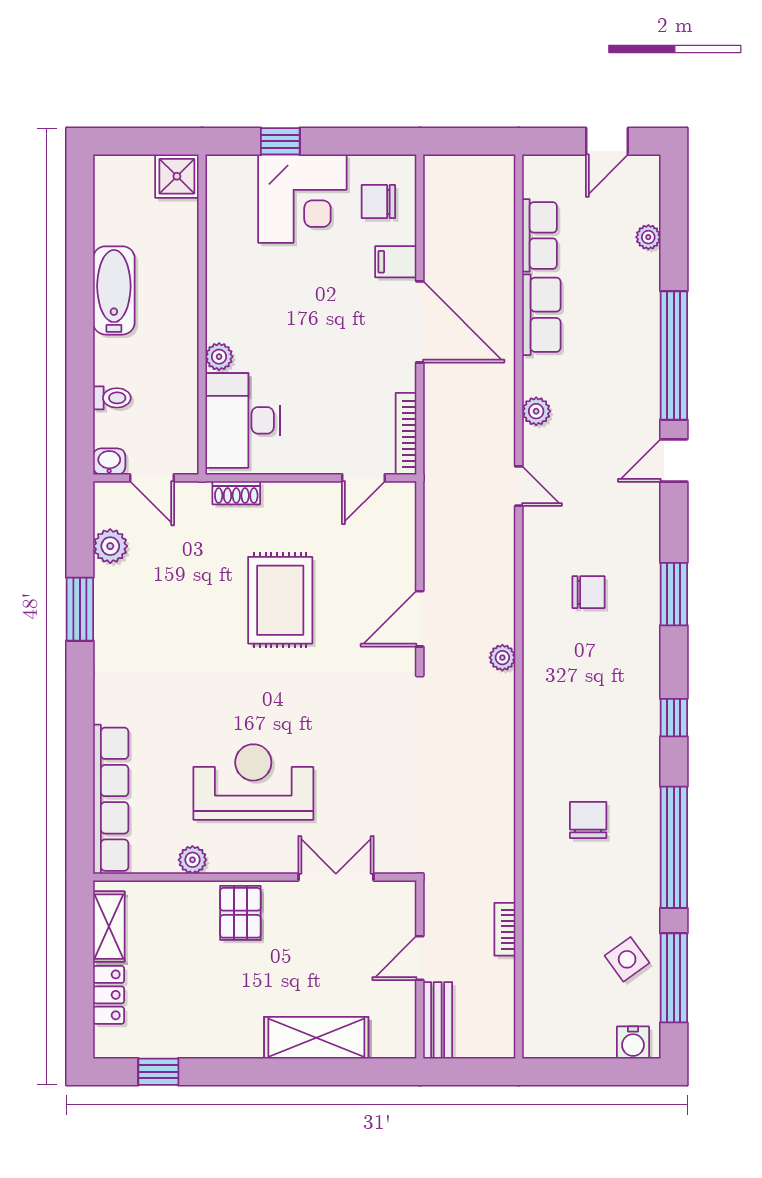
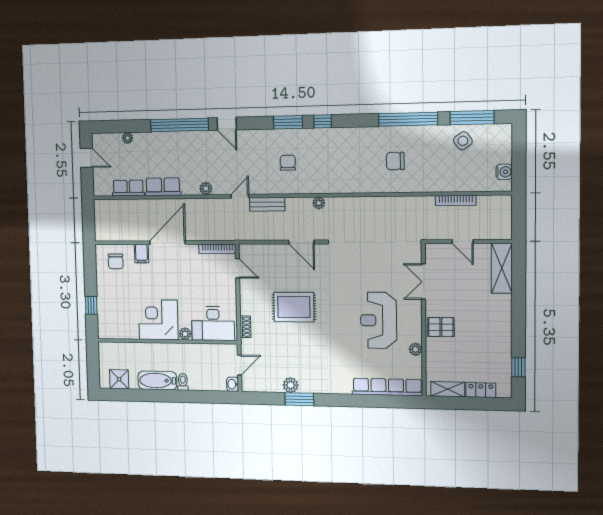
shower: (177, 176) -> (119, 379), moved
corner desk: (302, 199) -> (158, 320), moved, turned -90
toilet: (112, 398) -> (183, 382), moved
plant: (110, 546) -> (291, 385), moved
window: (674, 718) -> (323, 121), moved
bookcase: (505, 929) -> (456, 200), width x1.56
bench: (438, 1020) -> (267, 204), moved
shelving: (316, 1038) -> (502, 268), moved
water cooler: (633, 1042) -> (504, 172), moved

